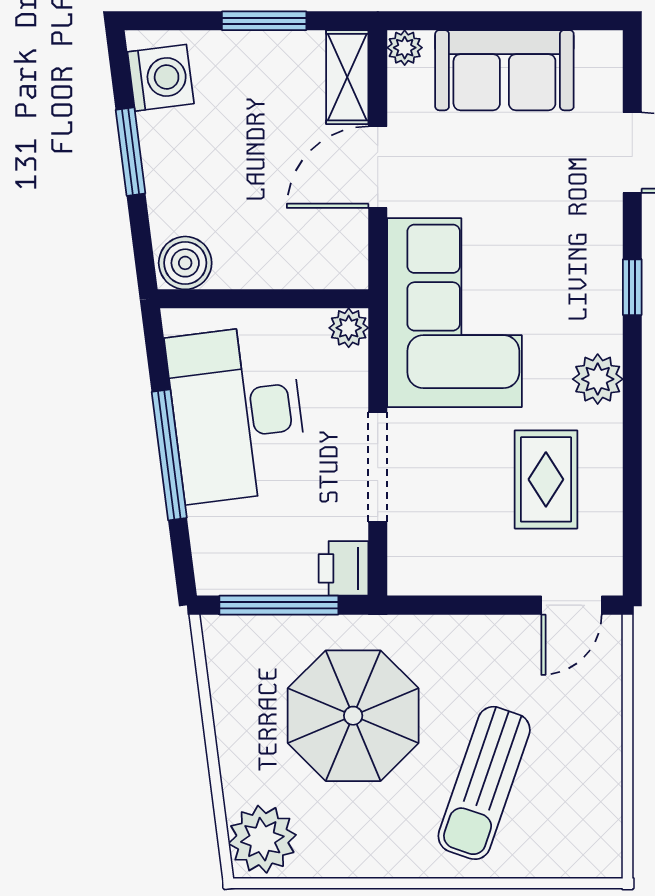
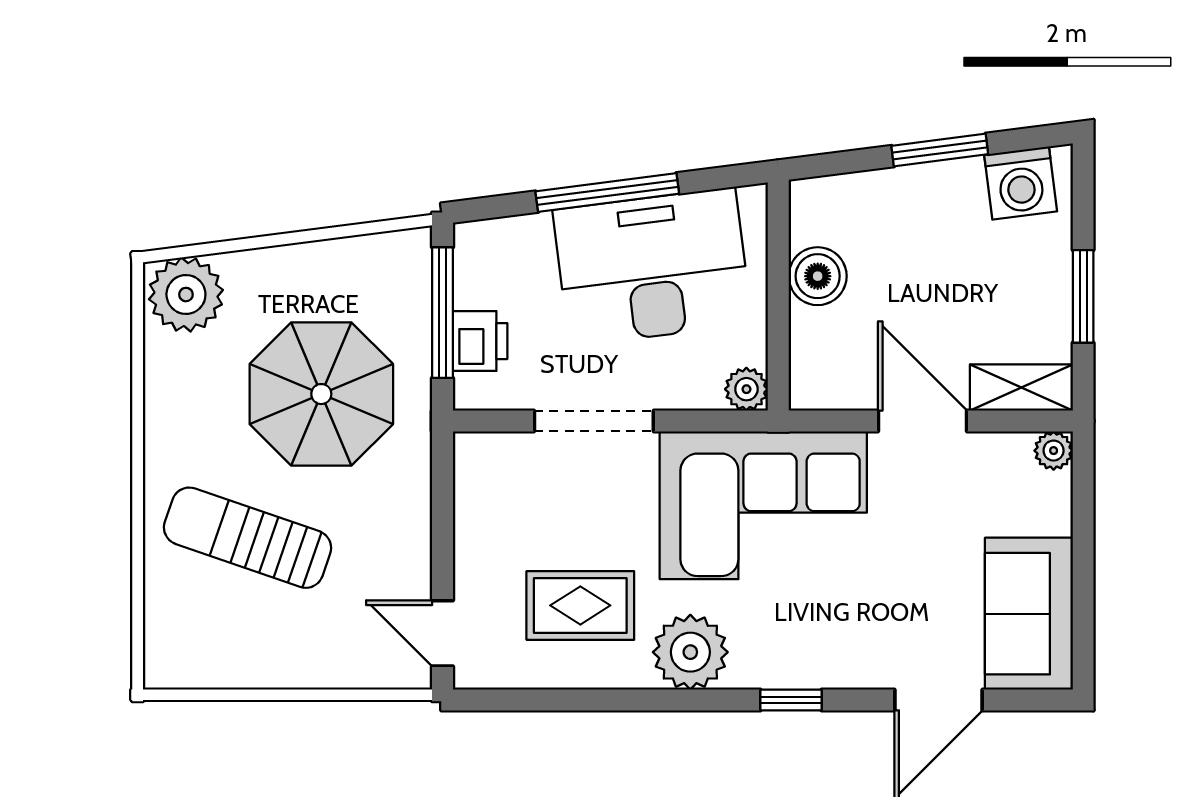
sofa: (504, 70) -> (1029, 614), moved
boiler: (185, 263) -> (818, 276), moved
plant: (598, 379) -> (690, 652), width x1.36, depth x1.36
printer: (343, 568) -> (480, 341), moved, turned 90

